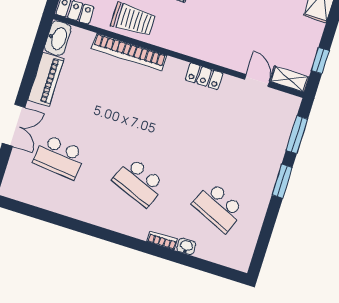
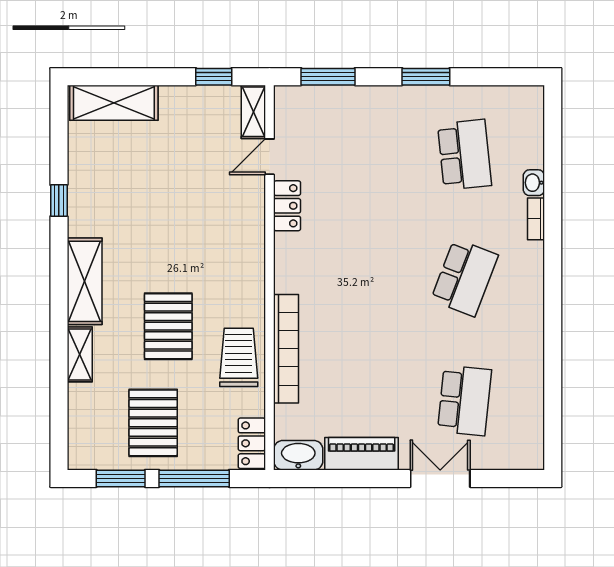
locker: (204, 76) -> (287, 206), moved
window: (282, 181) -> (426, 77), moved
school desk: (218, 207) -> (464, 155), turned -30

